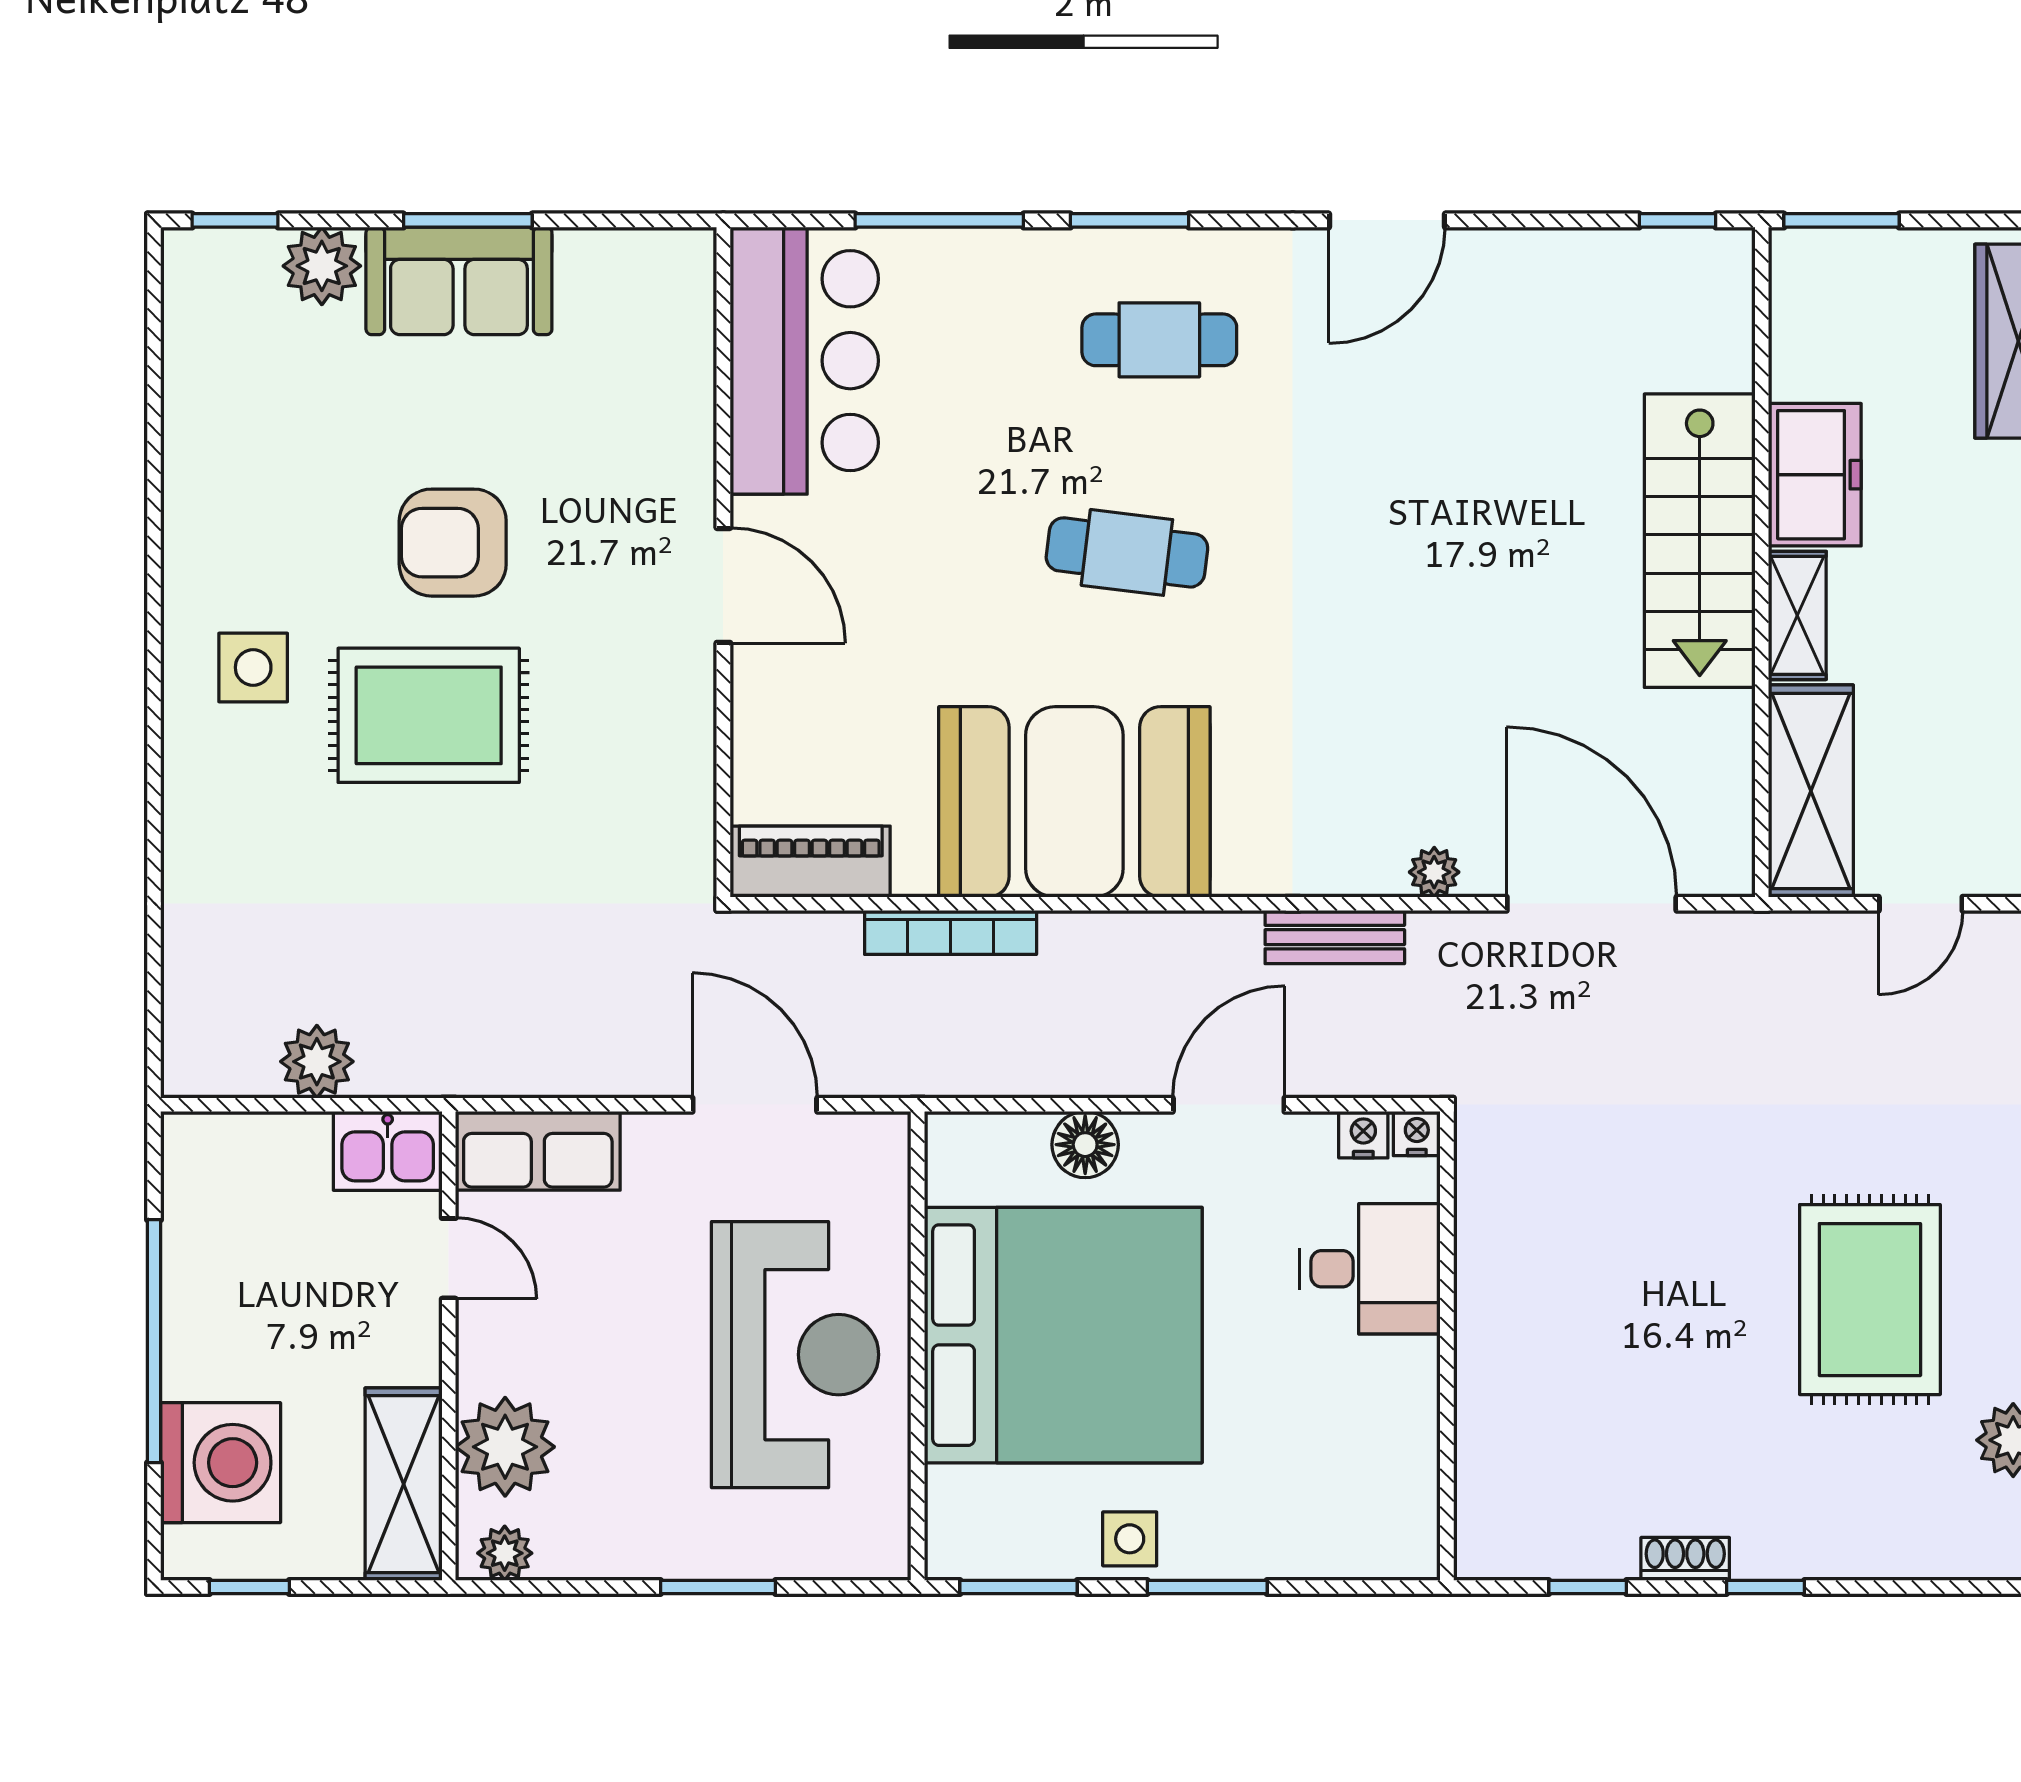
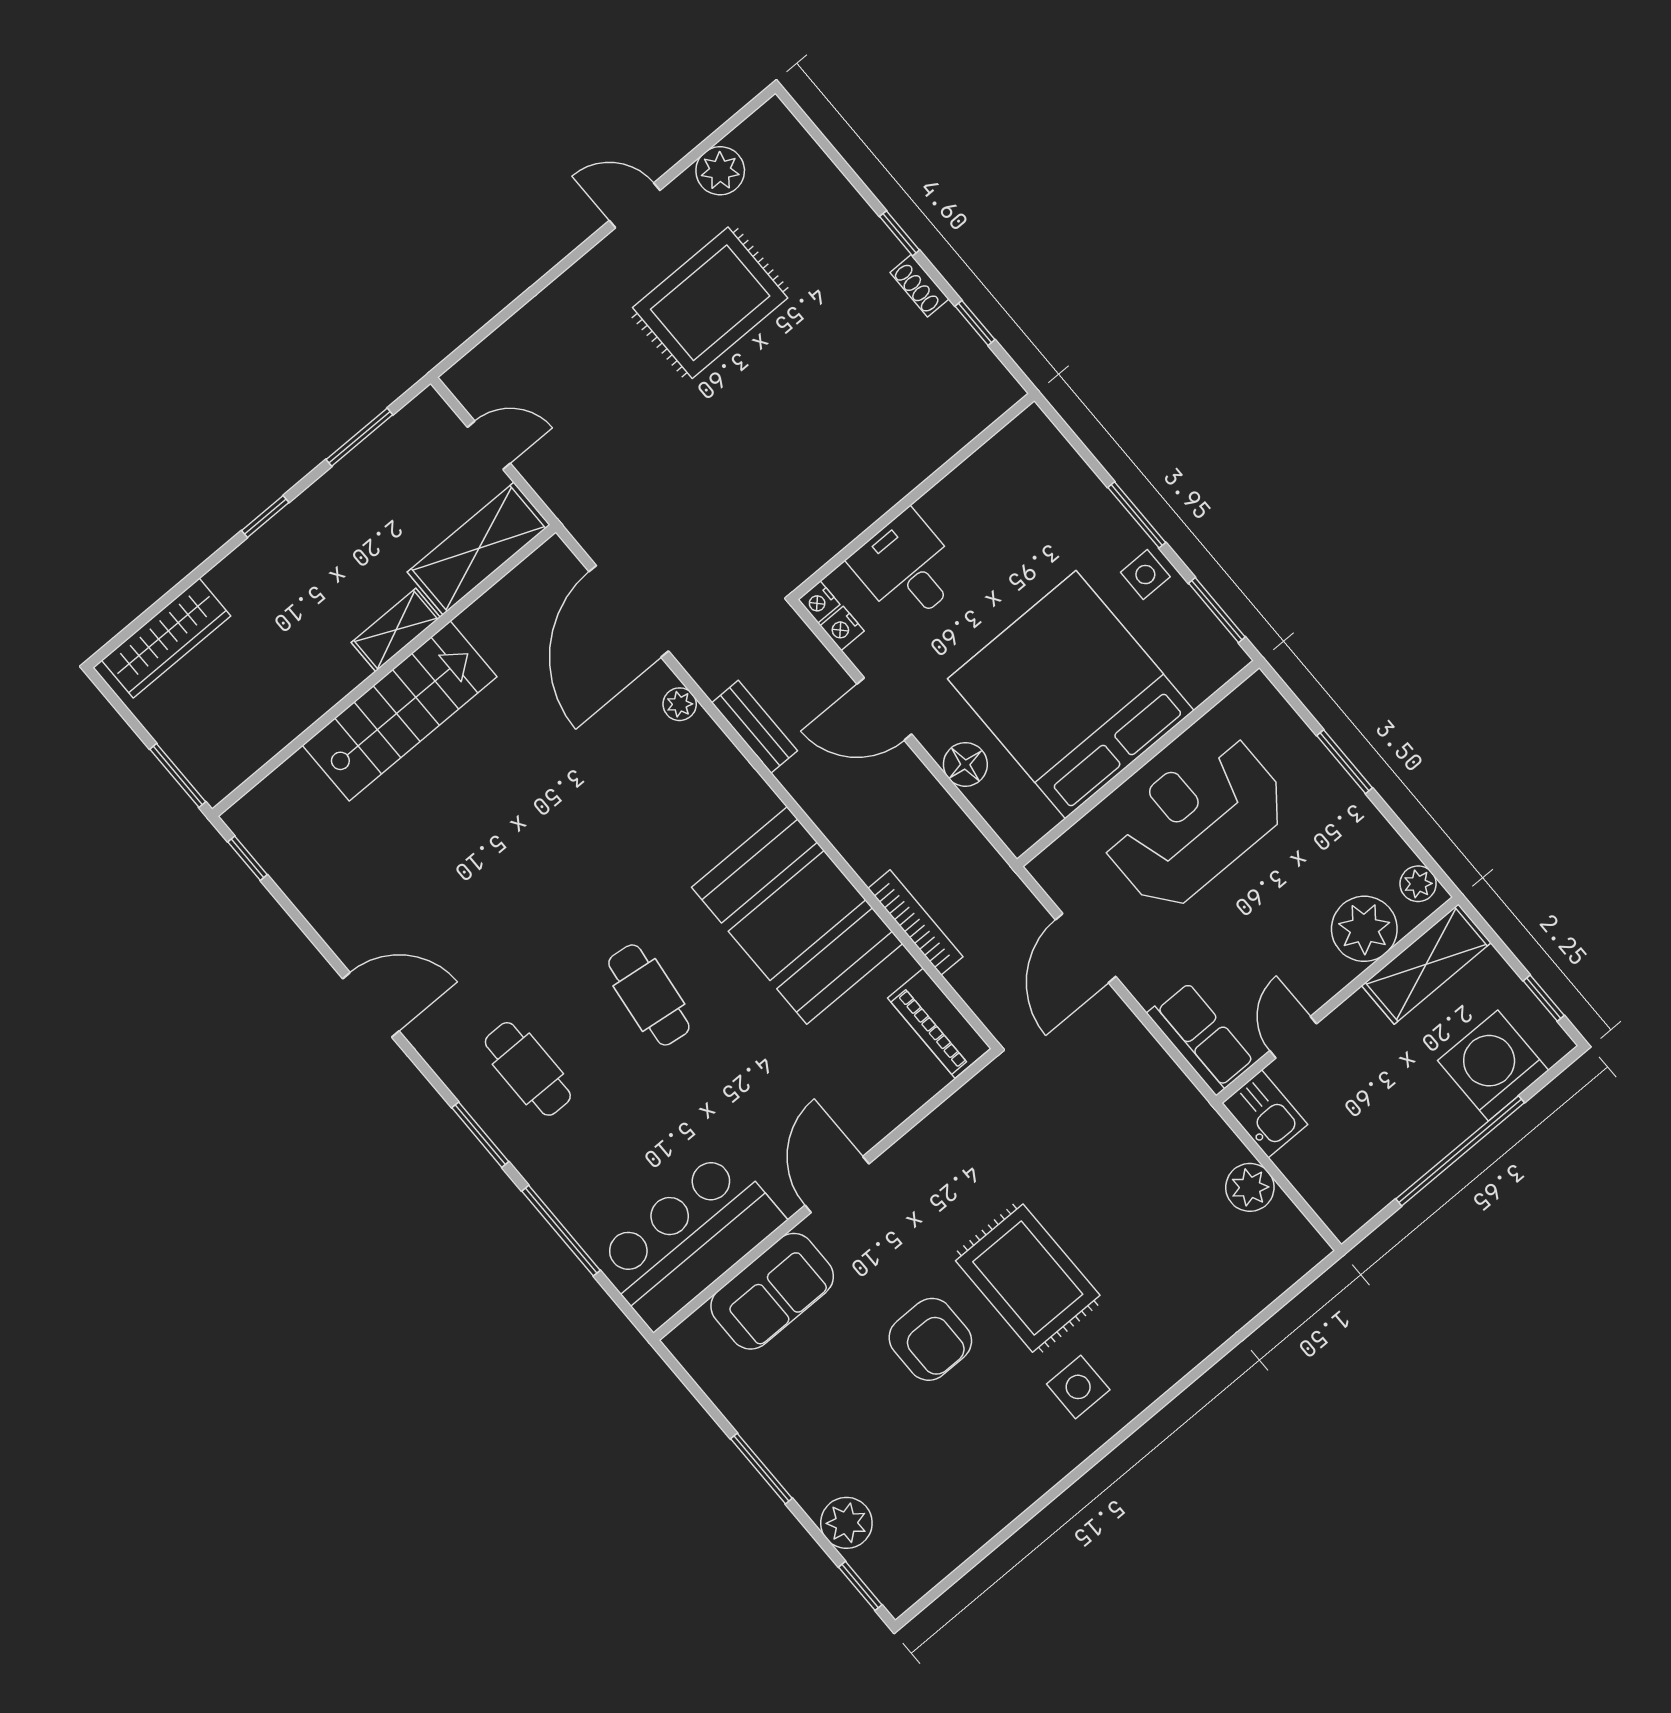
sofa: (459, 281) -> (772, 1291), moved, turned 90
freezer: (1815, 475) -> (317, 681), removed

